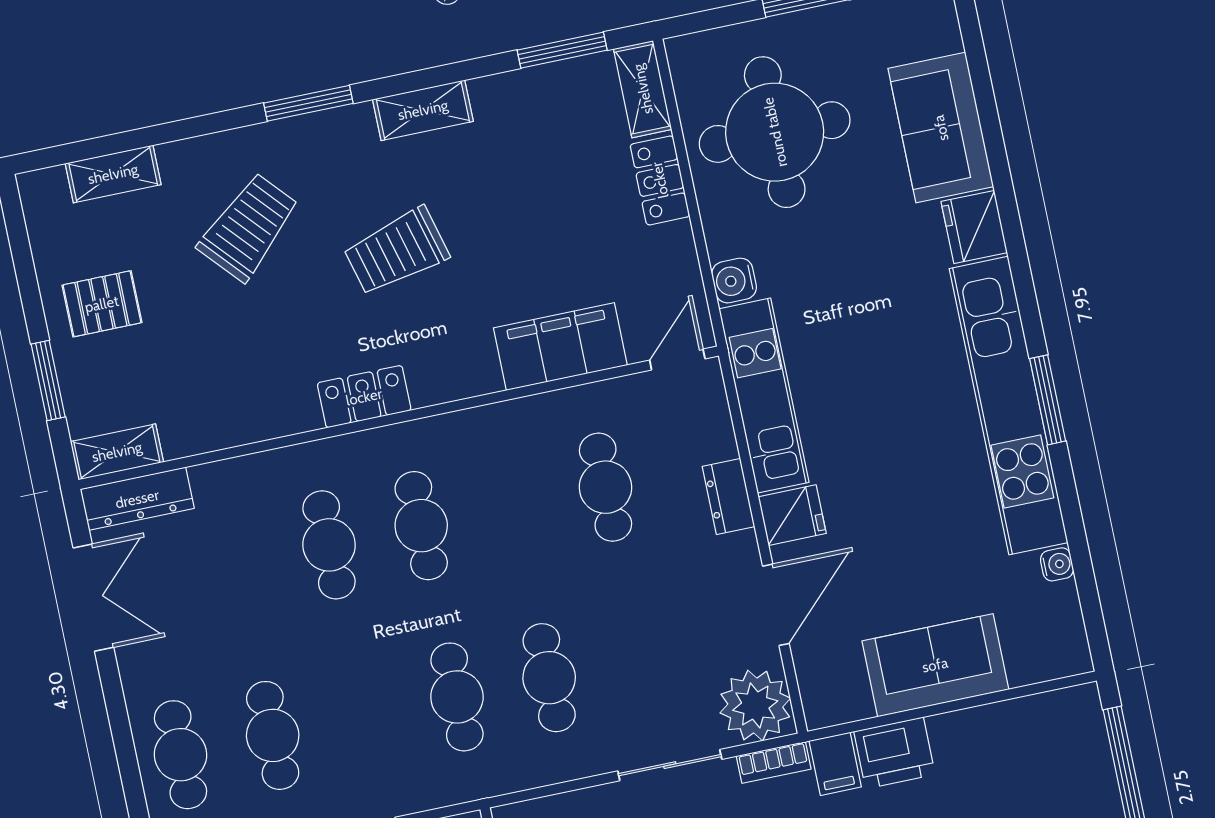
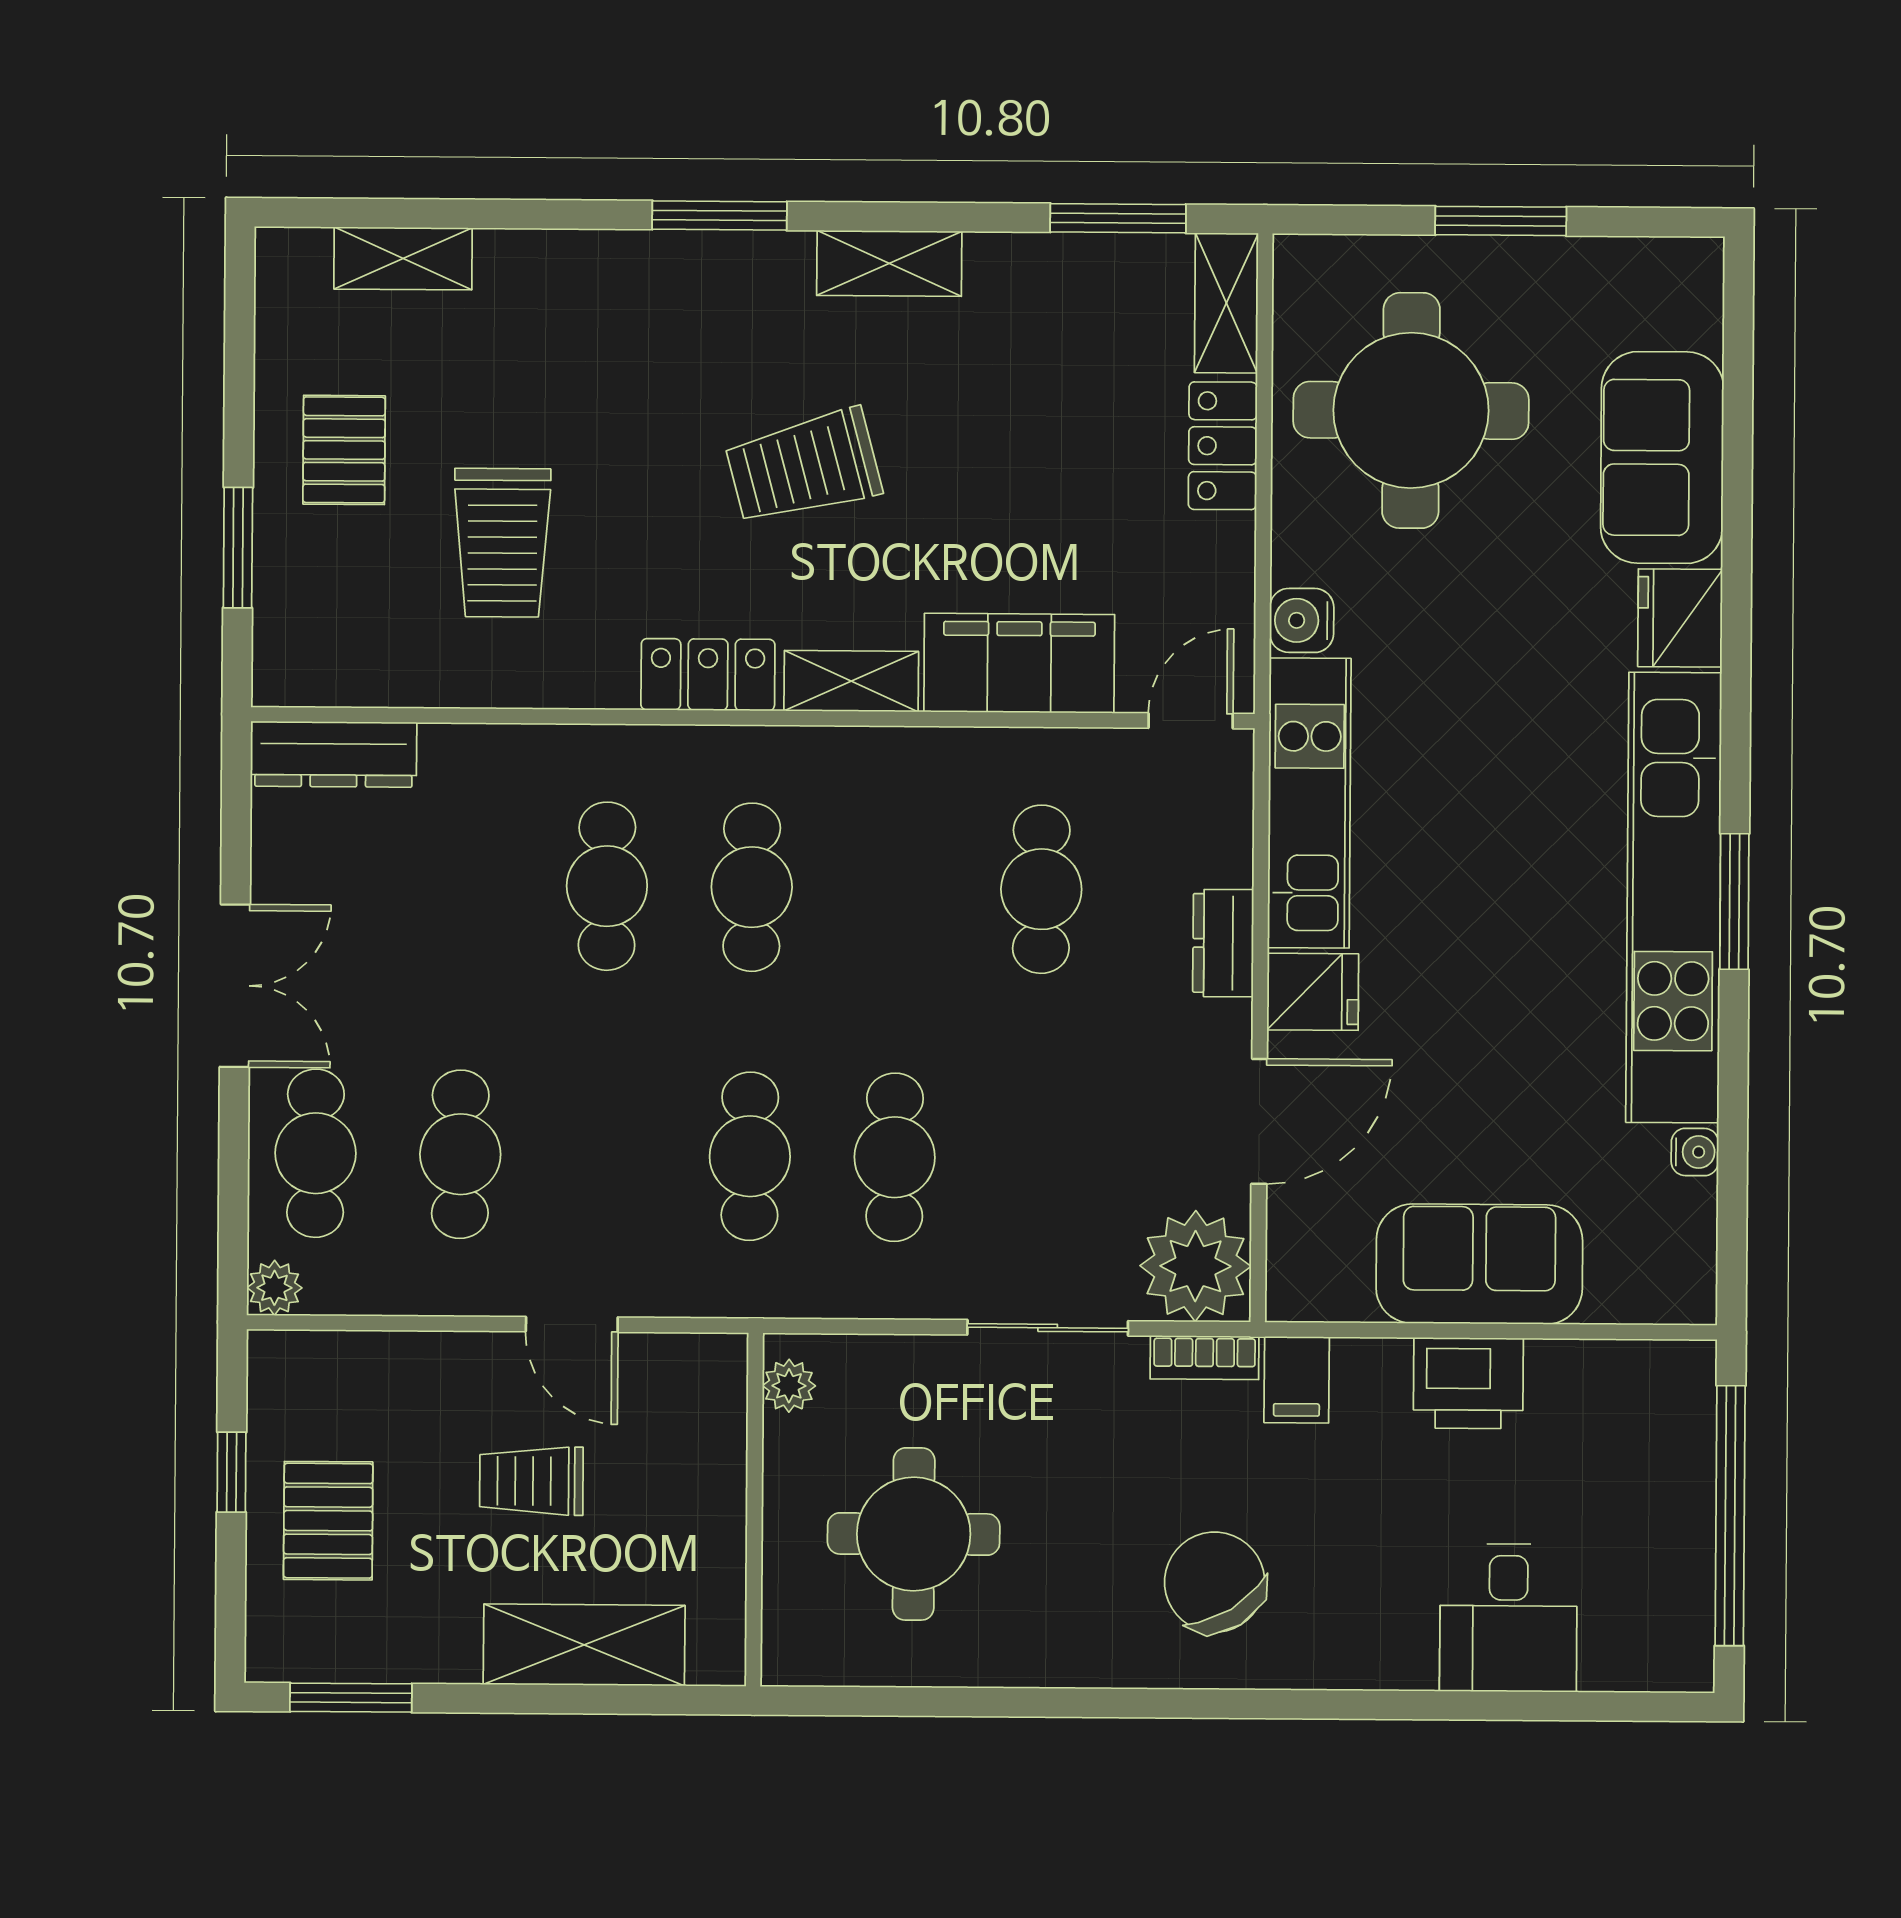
trolley: (249, 227) -> (502, 543), moved, turned 132
pallet: (102, 304) -> (344, 450), turned 90
shelving: (117, 452) -> (851, 681), moved
double door: (93, 598) -> (235, 986), moved
printer: (894, 753) -> (1468, 1383), moved

